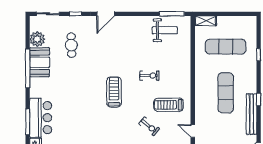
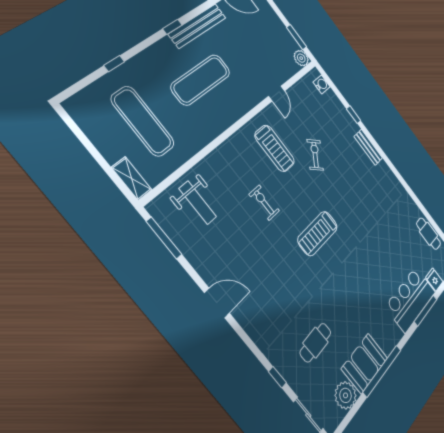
door: (106, 14) -> (217, 303), moved
weight bench: (165, 30) -> (198, 203), moved, turned 180

